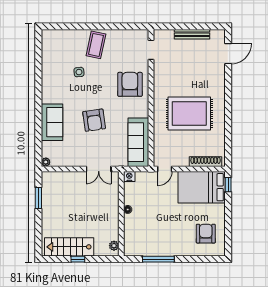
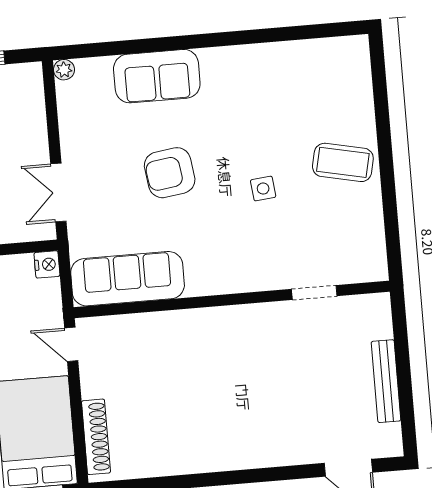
doorway: (151, 50) -> (314, 293), moved
side table: (79, 72) -> (263, 189), moved
armchair: (130, 84) -> (259, 248), removed
rug: (189, 113) -> (203, 390), removed

